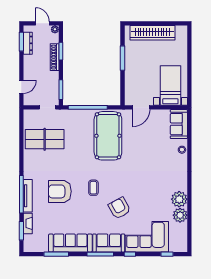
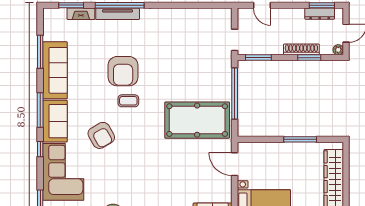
table tennis table: (45, 139) -> (193, 36), removed
armchair: (60, 191) -> (123, 71), moved, turned 180
armchair: (119, 208) -> (101, 135), turned 89

